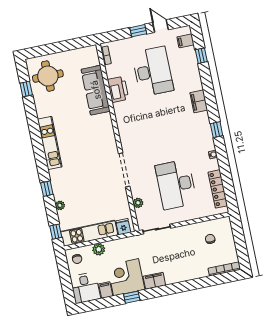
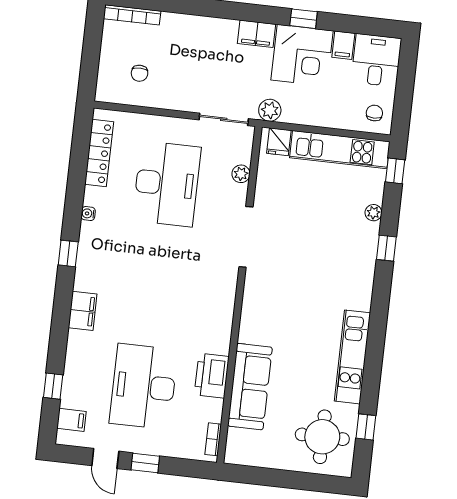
kitchen unit: (50, 143) -> (352, 357), moved
plant: (99, 249) -> (270, 110), moved

